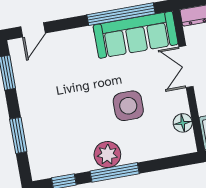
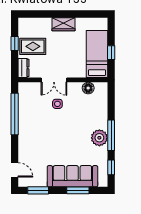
sofa: (136, 35) -> (72, 176), moved, turned -90
side table: (128, 106) -> (57, 104), moved, width x0.54, depth x0.54

